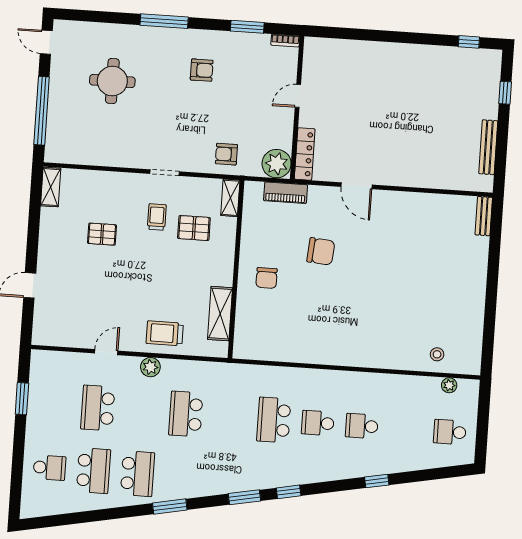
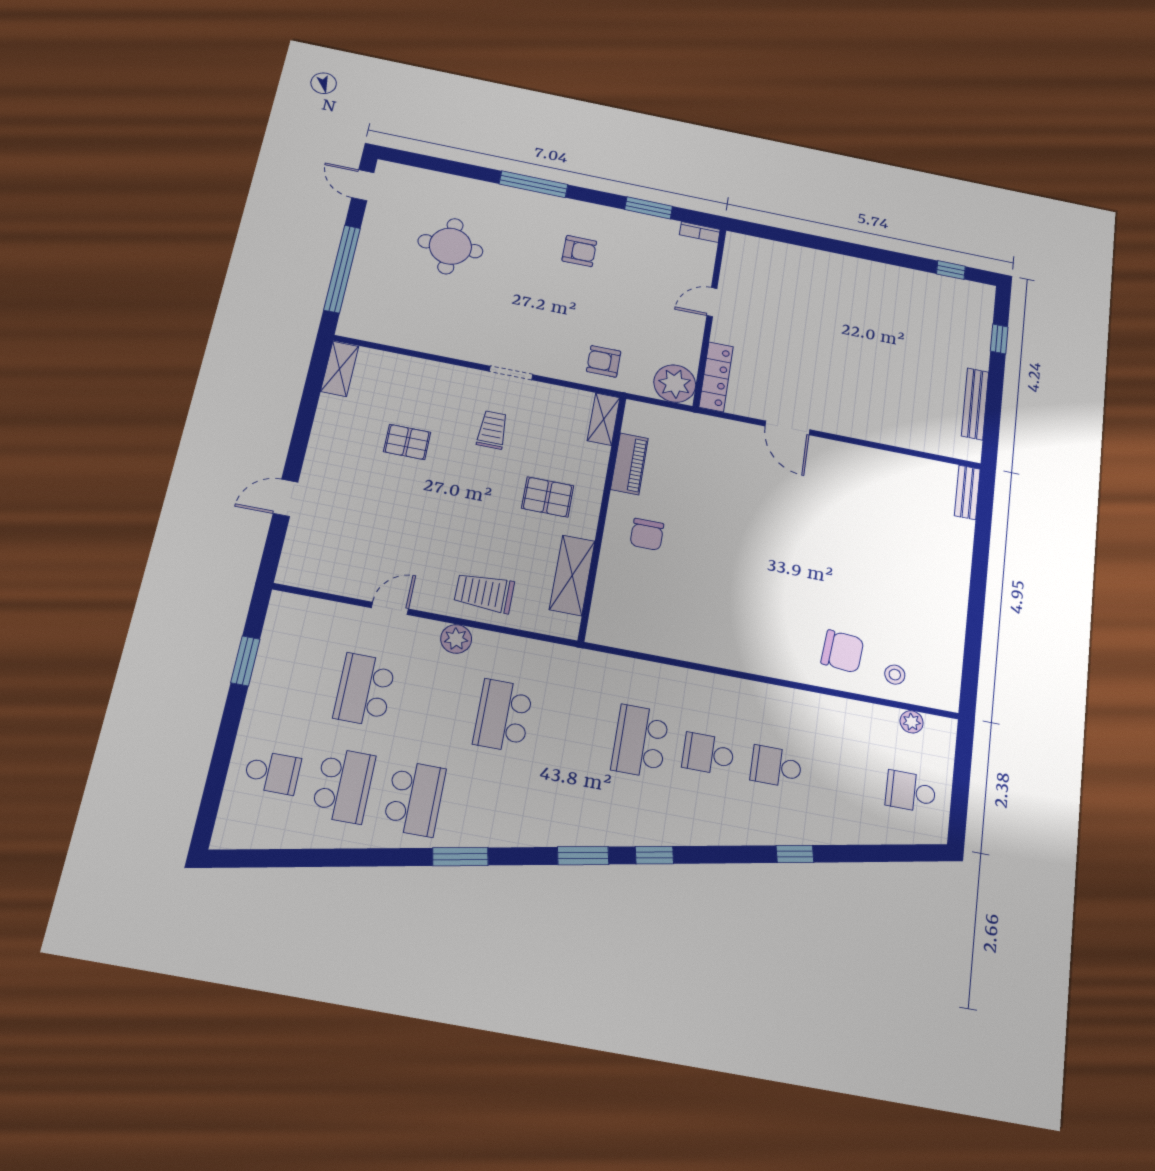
piano: (286, 193) -> (629, 464), moved, turned -90
pallet: (194, 228) -> (548, 497), moved
chair: (321, 251) -> (842, 651), moved

